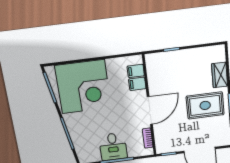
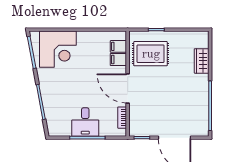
corner desk: (83, 87) -> (58, 49), width x0.74, depth x0.74
rug: (205, 105) -> (151, 54), moved
door: (150, 110) -> (128, 88), swing flipped

